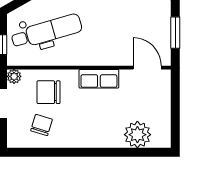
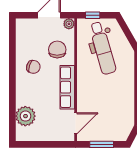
row of seats: (99, 79) -> (67, 87), width x1.48
chair: (42, 125) -> (33, 67), moved

